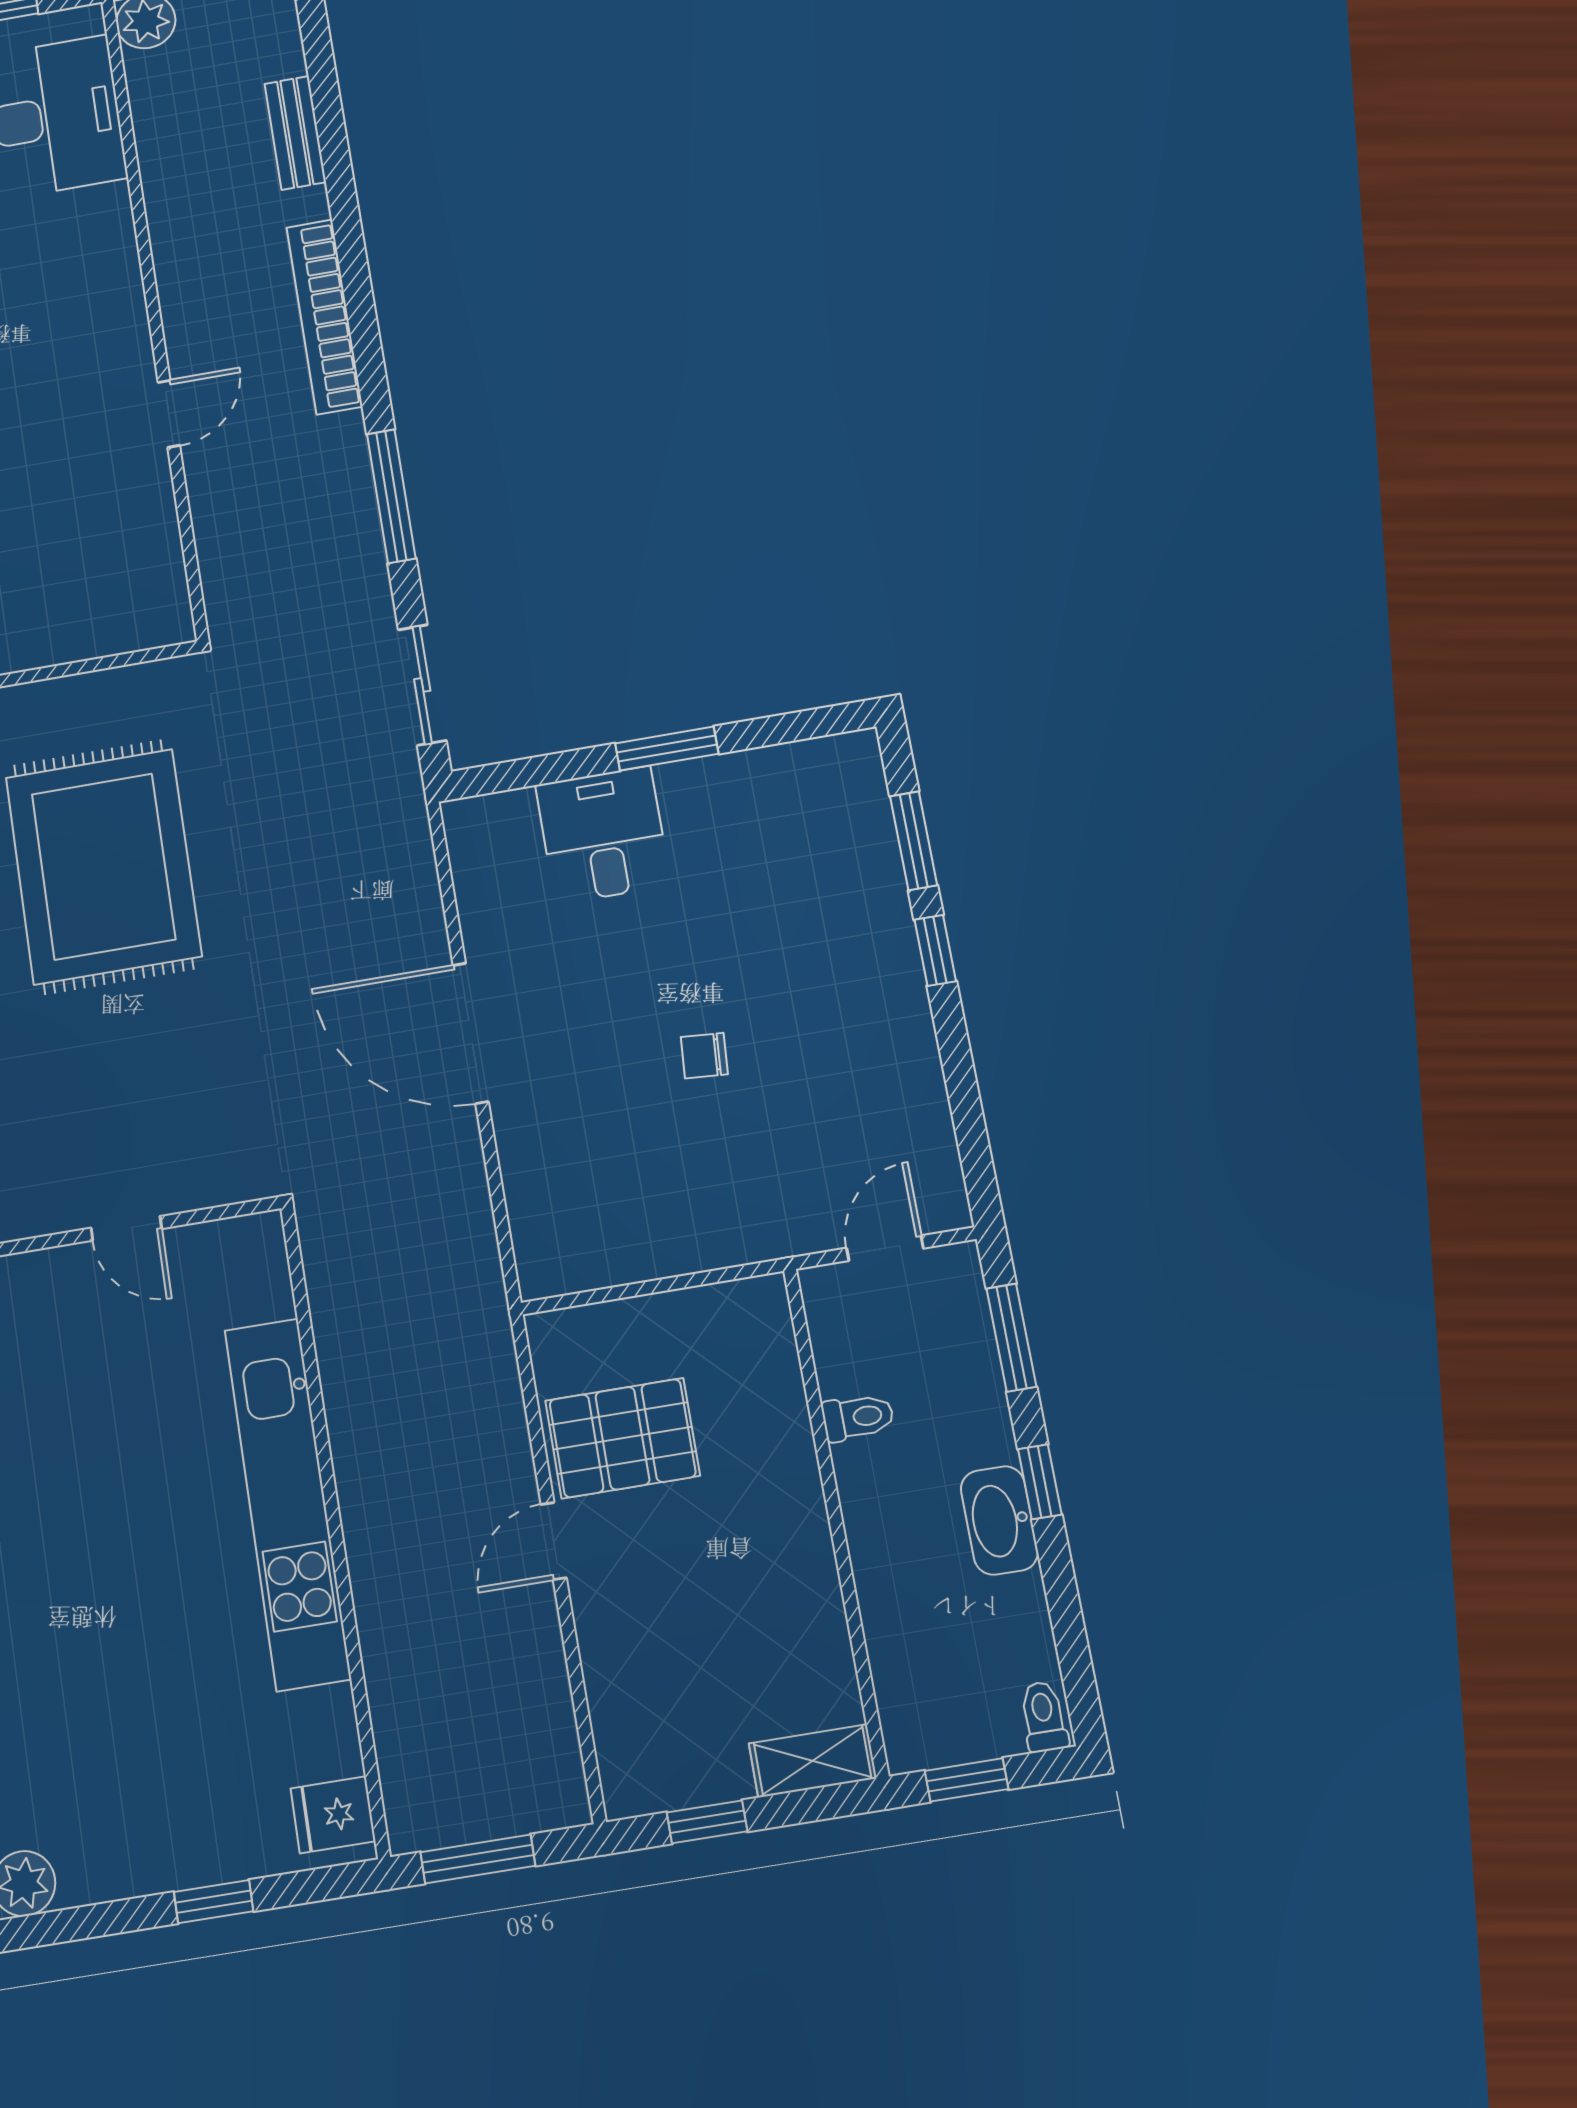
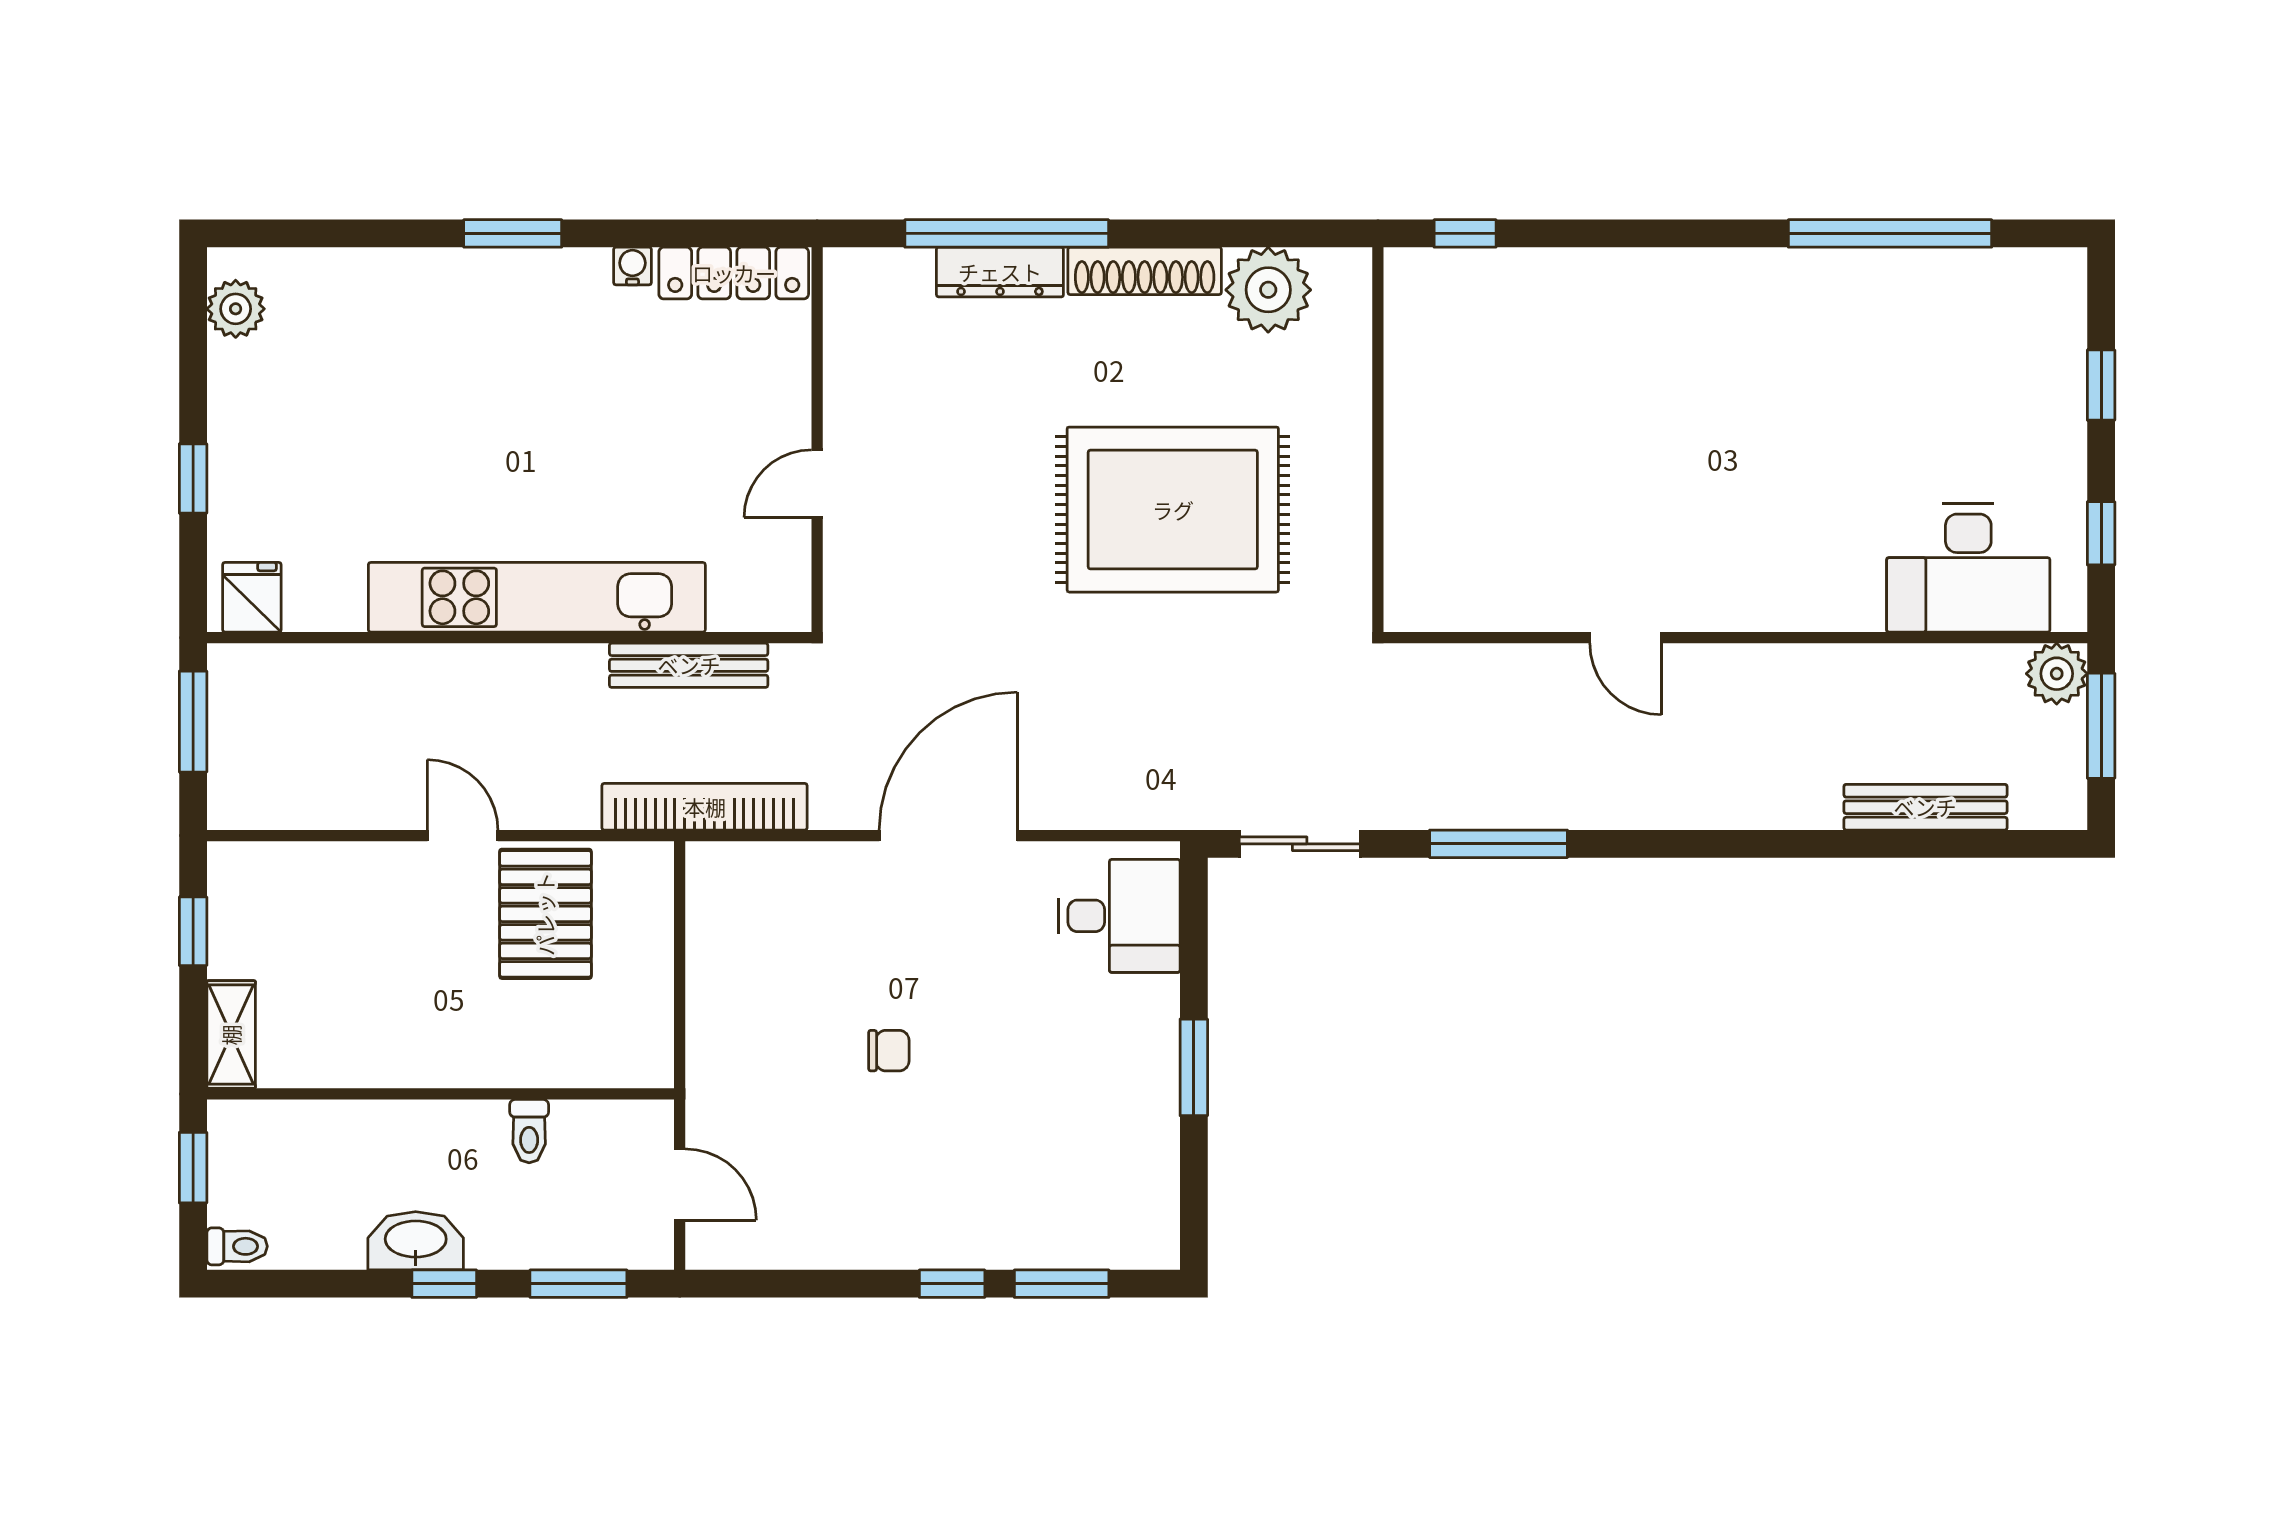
bench: (295, 133) -> (1925, 807), width x1.36
bookcase: (324, 317) -> (705, 807), moved
desk: (603, 835) -> (1119, 916), moved
chair: (704, 1056) -> (889, 1051), turned 86
bench: (335, 1330) -> (689, 665), added

